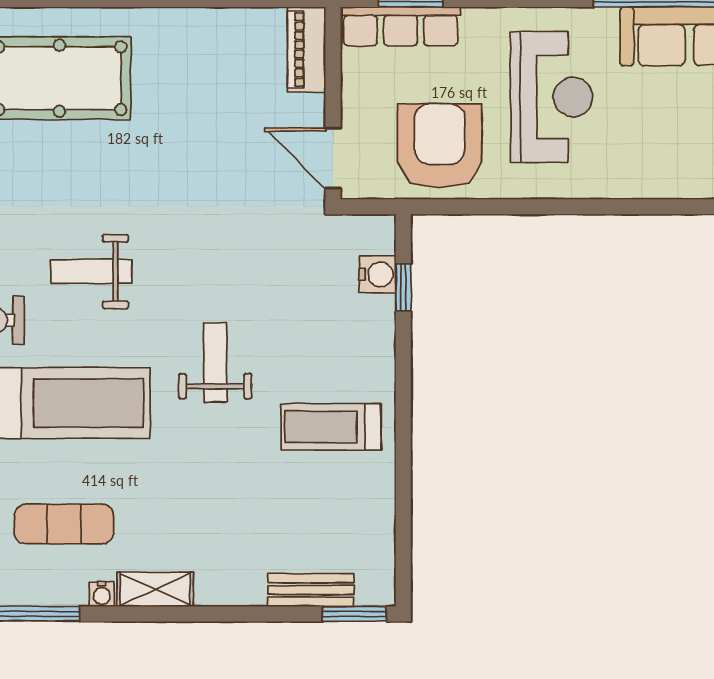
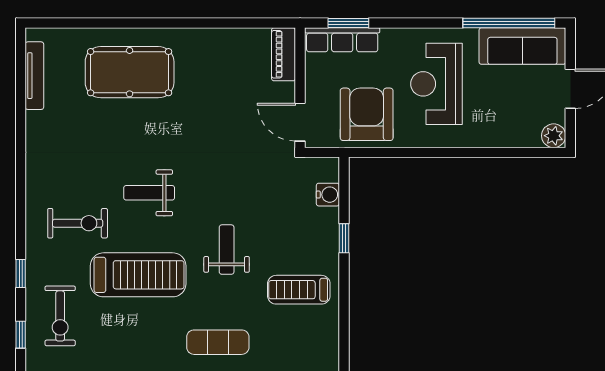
reception desk: (552, 97) -> (436, 84), turned 180
window: (403, 287) -> (344, 238), moved
exercise mat: (64, 524) -> (218, 342), moved

